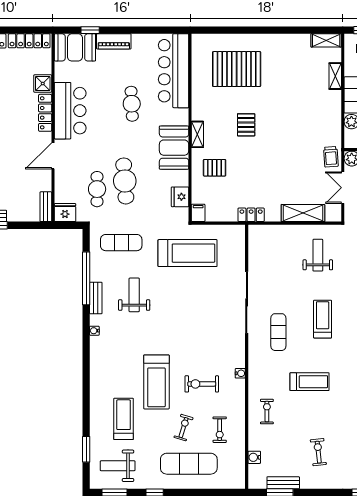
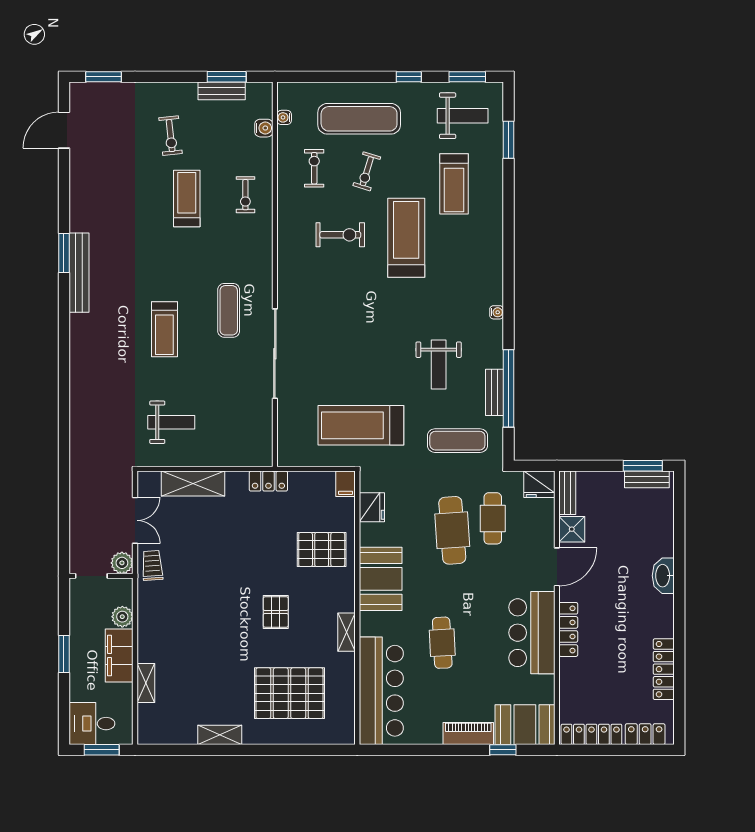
shelving: (326, 40) -> (220, 735), moved
shower: (43, 84) -> (572, 529), moved
shelving: (197, 134) -> (346, 632), moved
pallet: (215, 168) -> (322, 550), width x1.50, depth x1.42
weight bench: (318, 255) -> (171, 422), turned -90
bench: (96, 298) -> (494, 392), moved
water cooler: (240, 373) -> (284, 117), moved
treadmill: (310, 382) -> (187, 198), moved, turned 90

